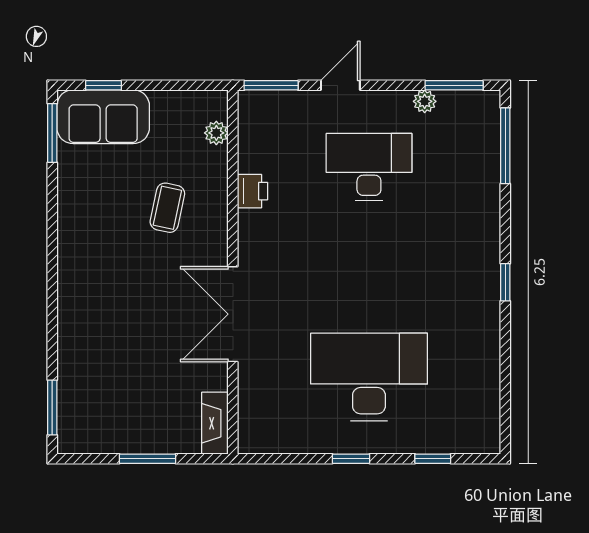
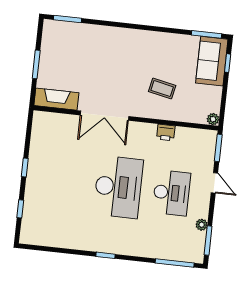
plant: (216, 133) -> (213, 119), moved
double door: (233, 314) -> (105, 116), swing flipped
desk: (369, 377) -> (118, 187), moved
fireplace: (215, 423) -> (56, 99), width x1.37, depth x1.32

